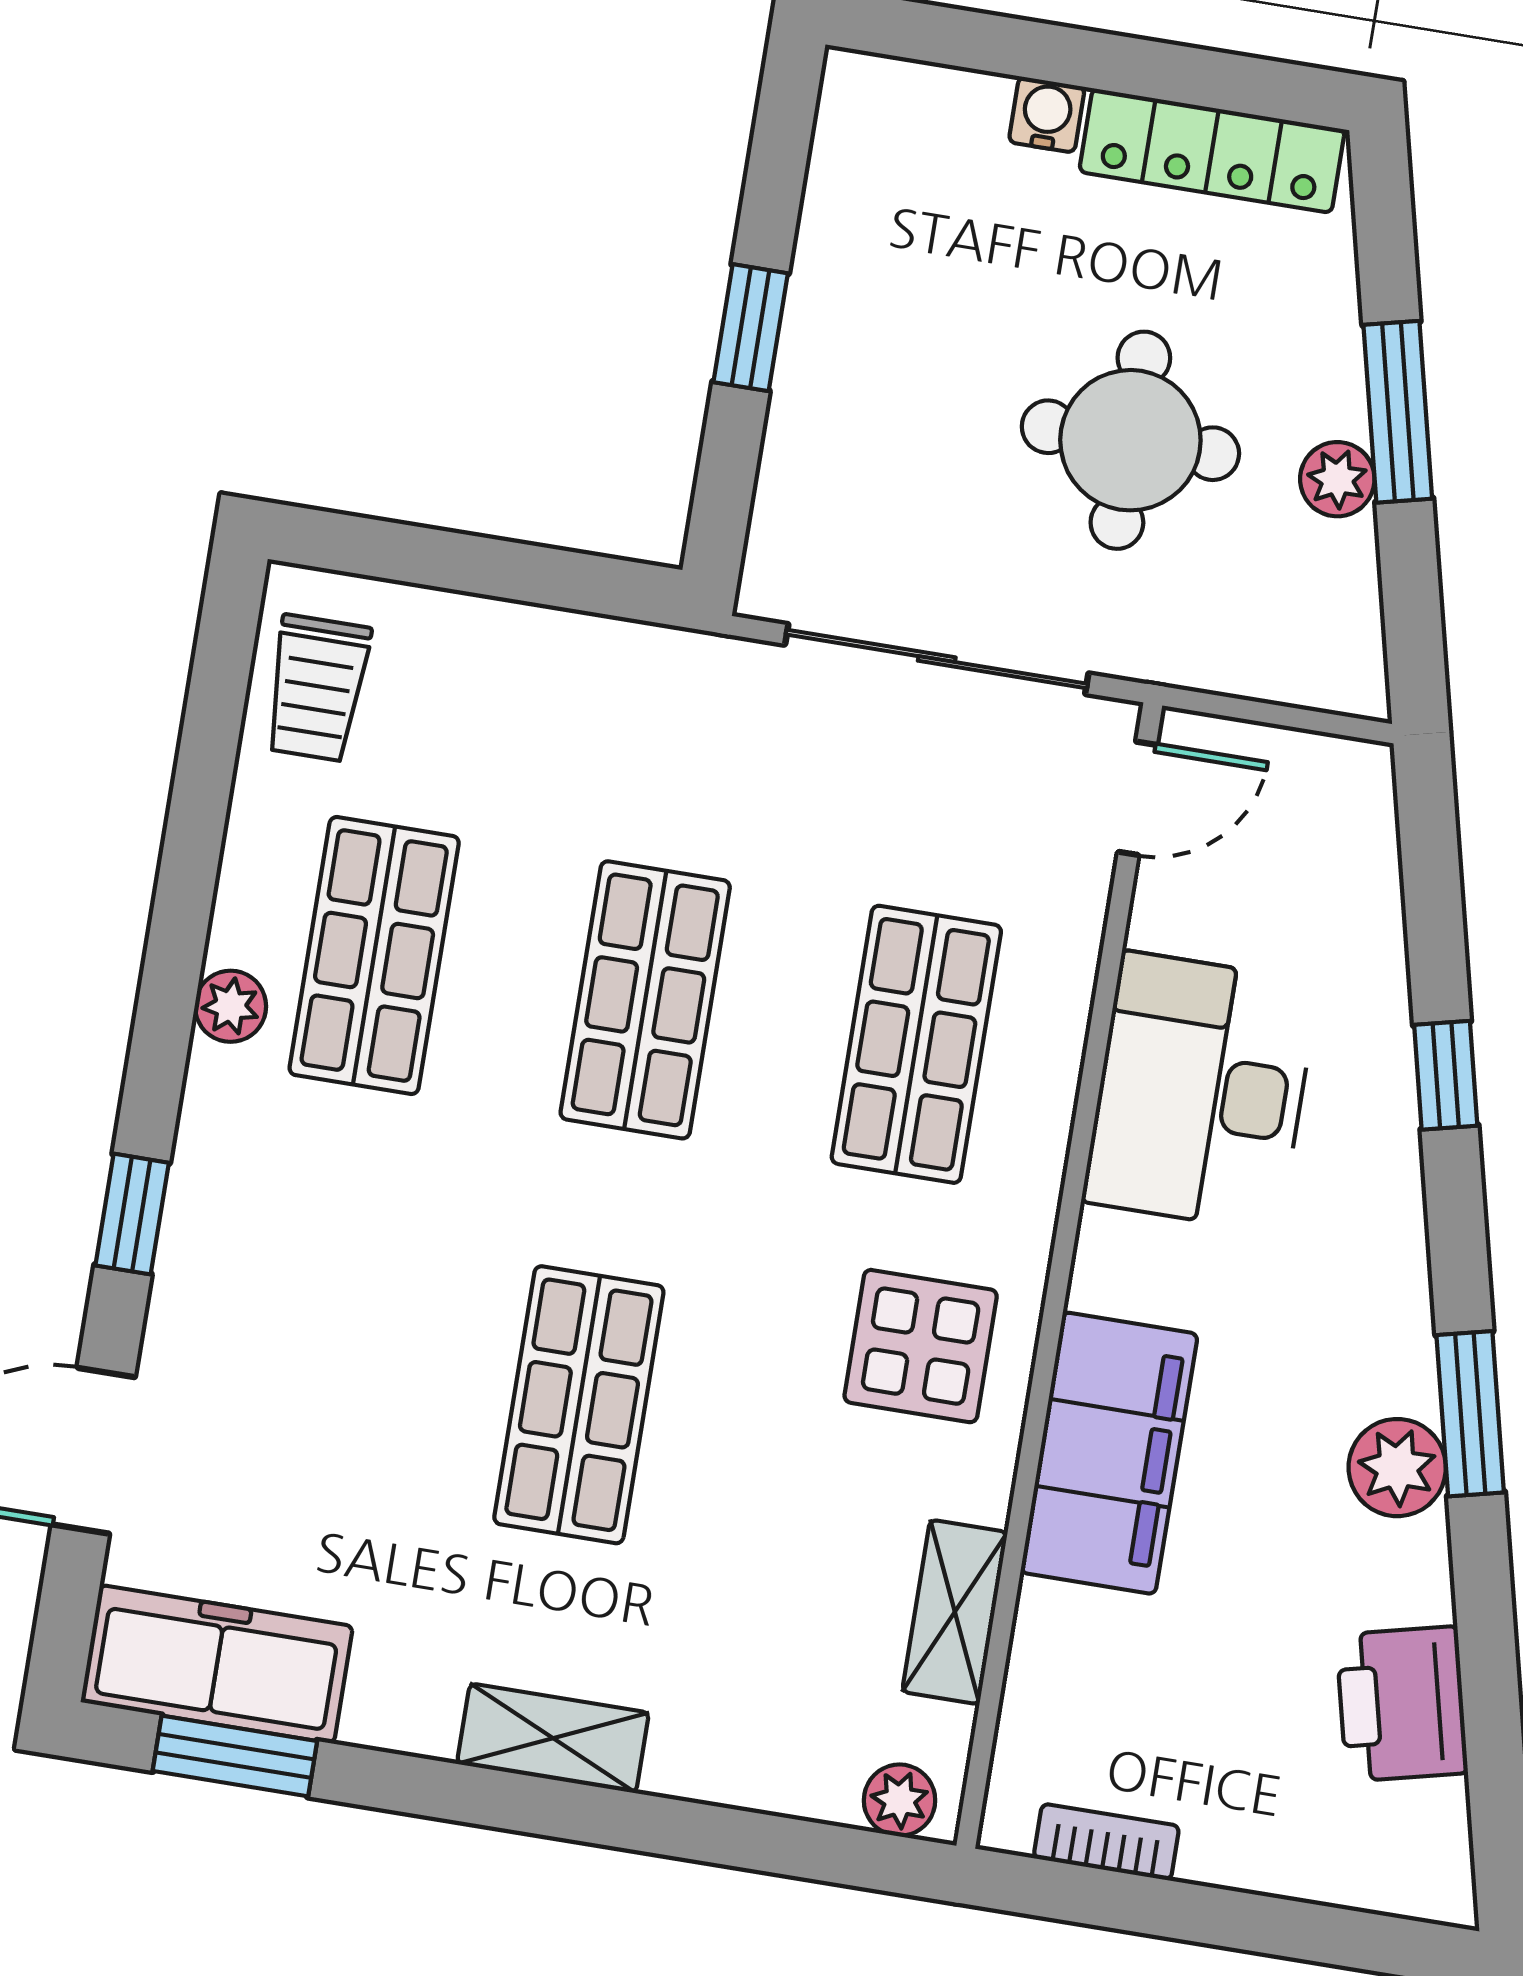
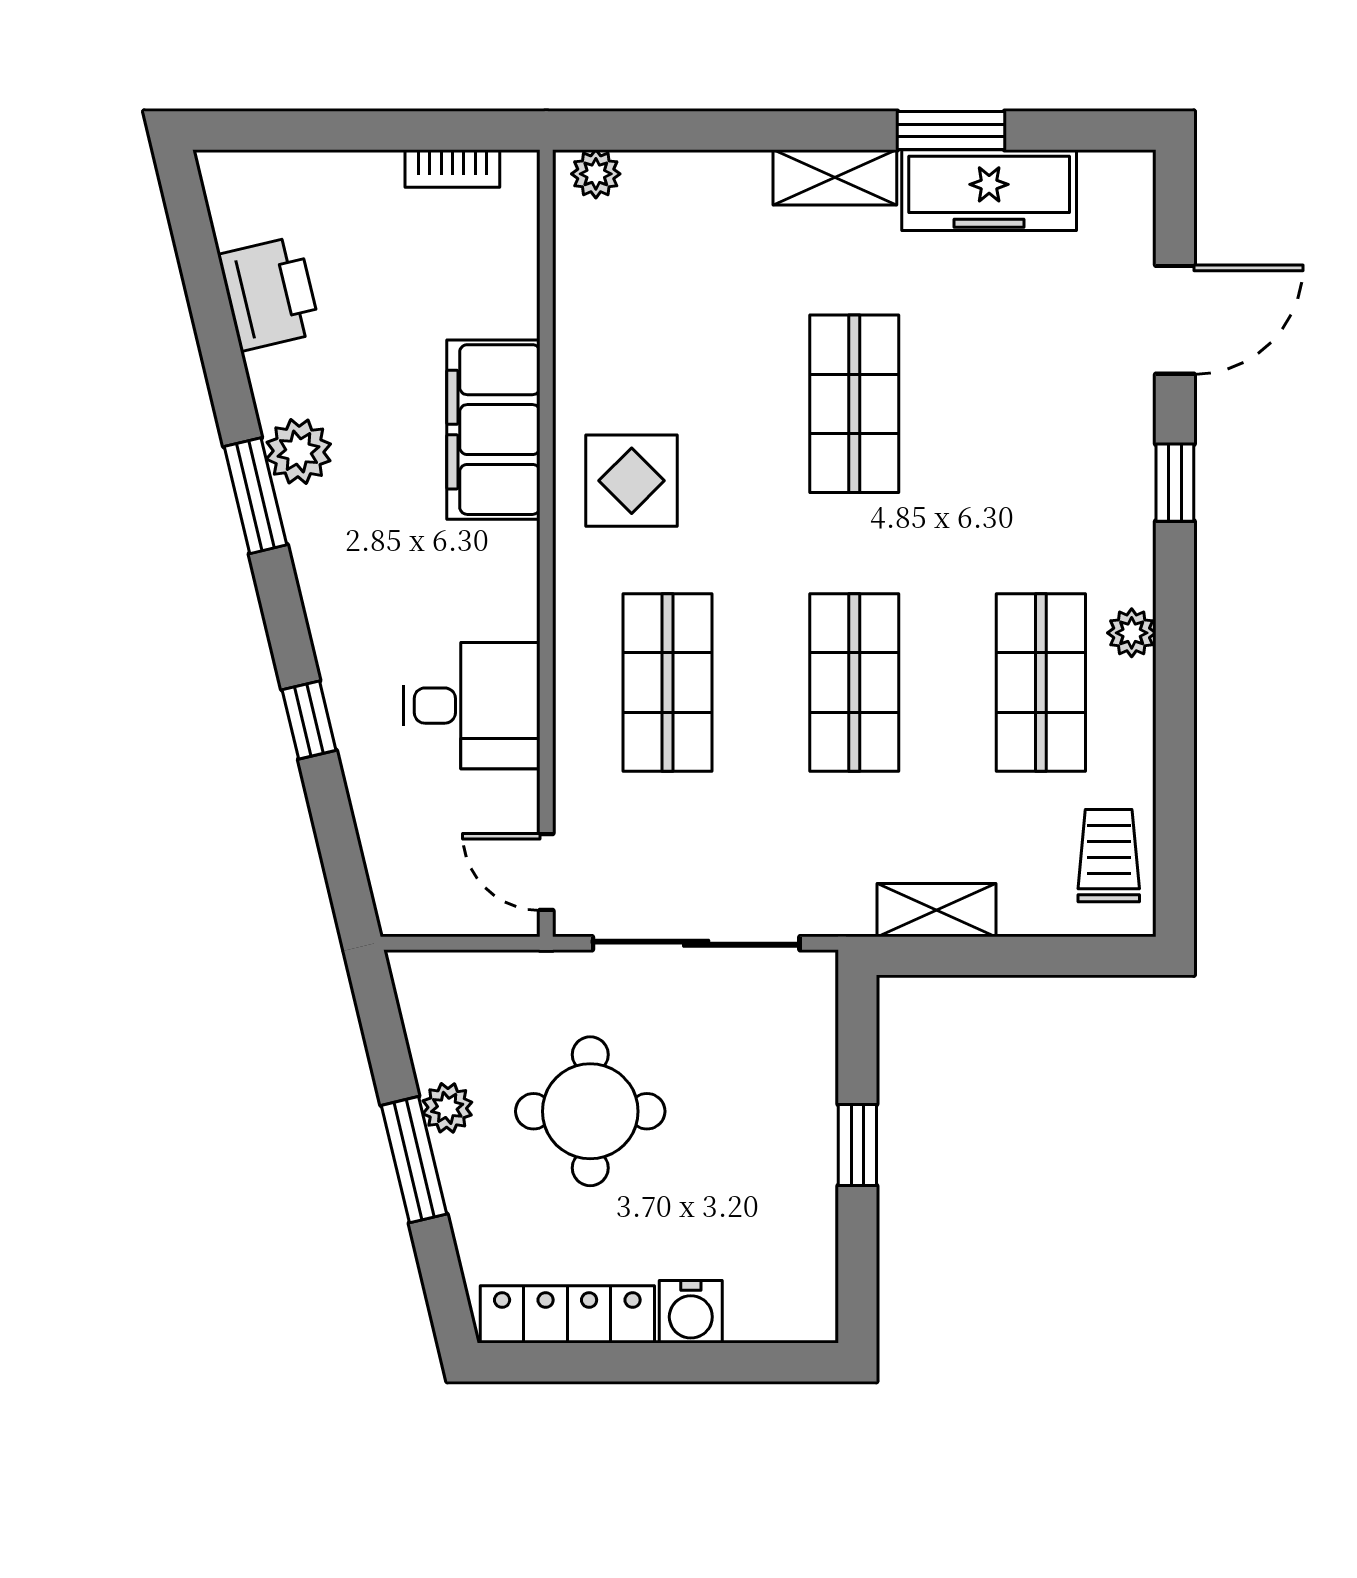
water cooler: (1047, 115) -> (691, 1312), width x1.38, depth x1.38
door: (1137, 798) -> (546, 872), hinge flipped
desk: (1201, 1092) -> (472, 706), width x0.73
shelving: (955, 1612) -> (937, 910), moved, turned 90
freezer: (217, 1664) -> (989, 190), moved
window: (235, 1756) -> (951, 130), moved

